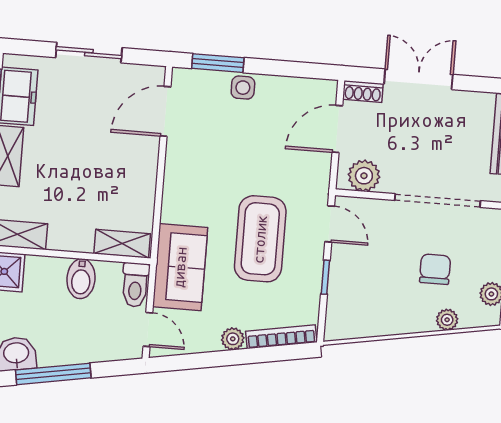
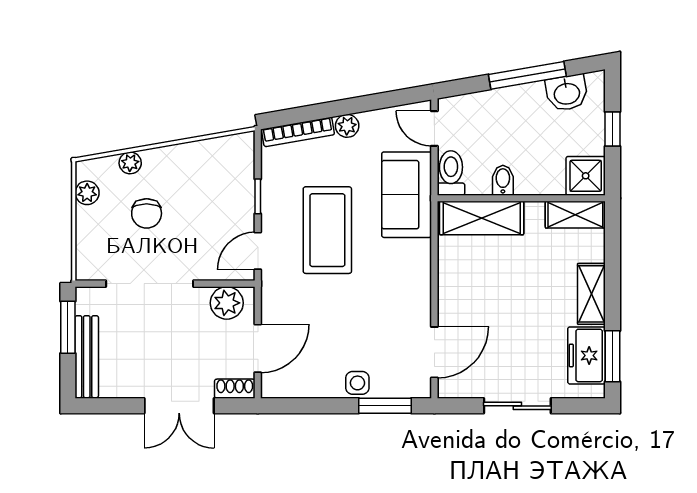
door: (330, 224) -> (258, 251), hinge flipped
shelving: (122, 244) -> (482, 218), width x1.50, depth x1.33
bidet: (81, 279) -> (503, 180), width x0.72, depth x0.74

